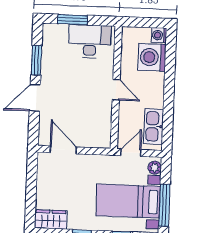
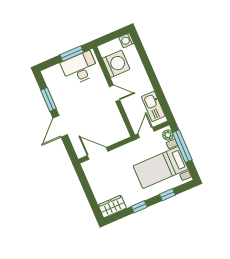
window: (73, 20) -> (72, 54), moved
washing machine: (152, 57) -> (116, 64), moved, turned 180
window: (164, 205) -> (182, 146), moved

